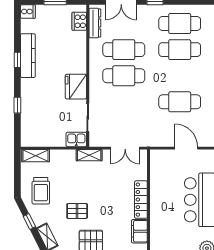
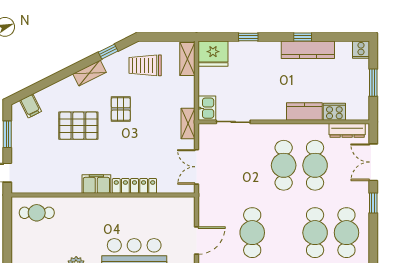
cooker: (79, 21) -> (334, 112), moved
kitchen counter: (79, 58) -> (304, 111), added
fridge: (76, 87) -> (213, 54), moved, turned 180

